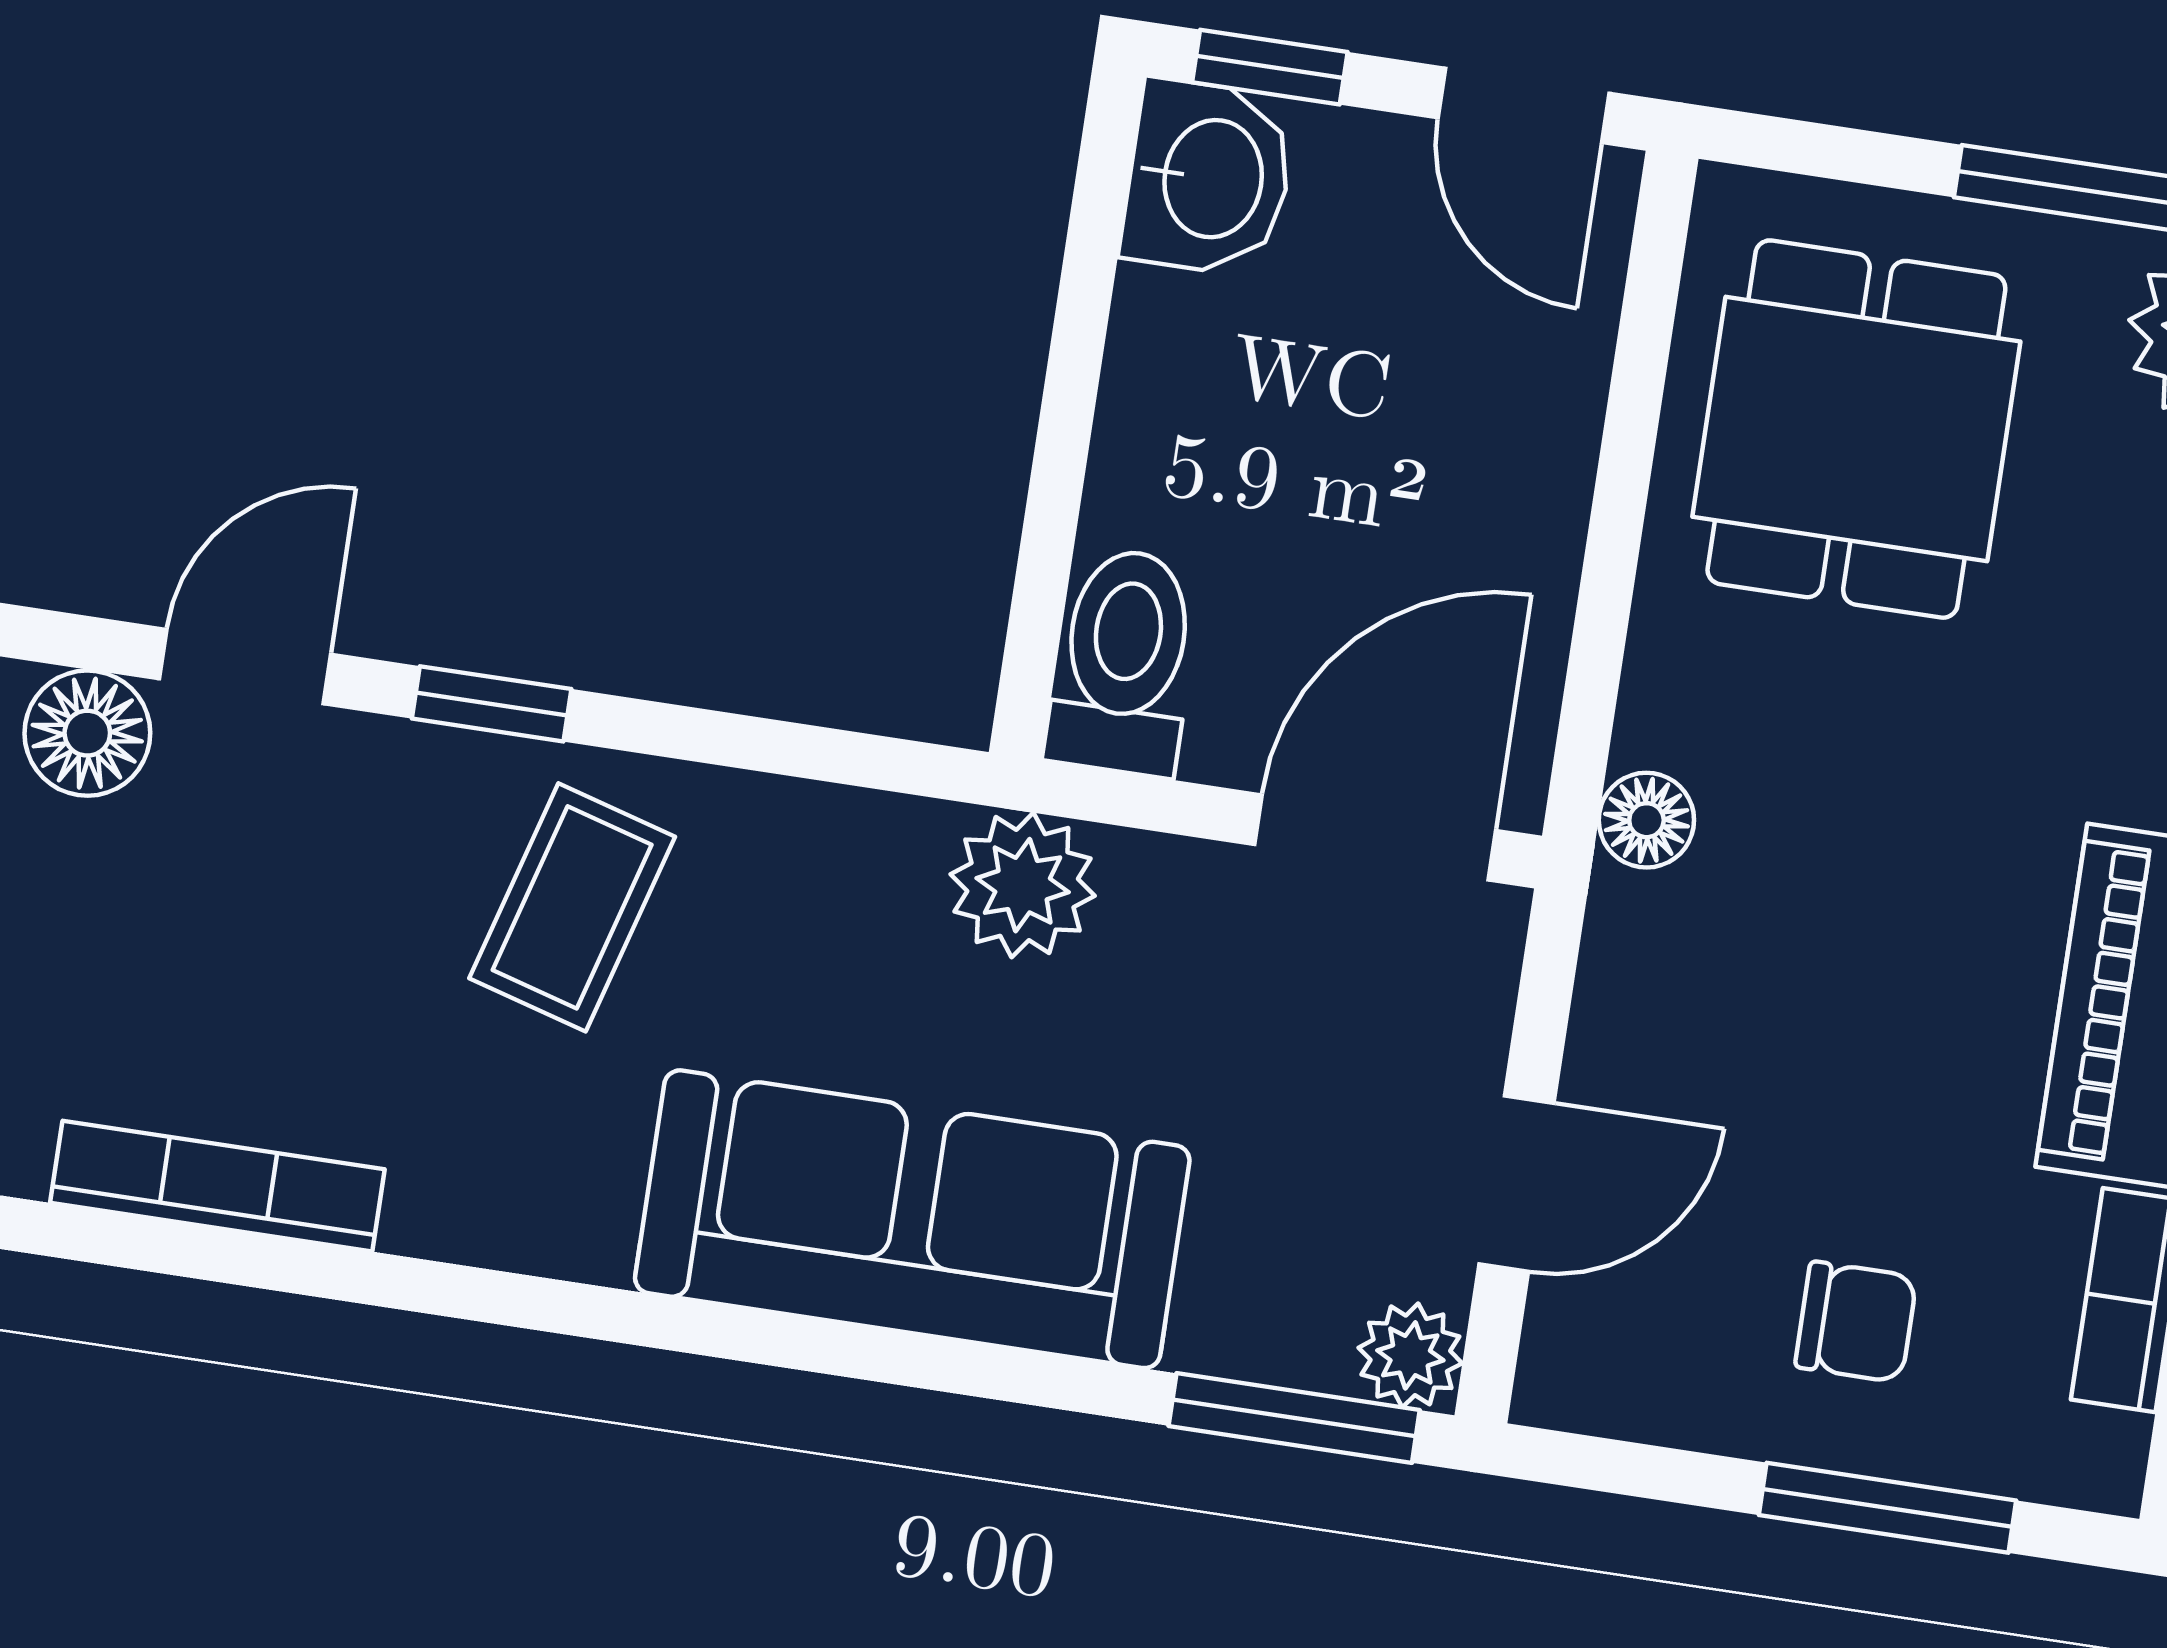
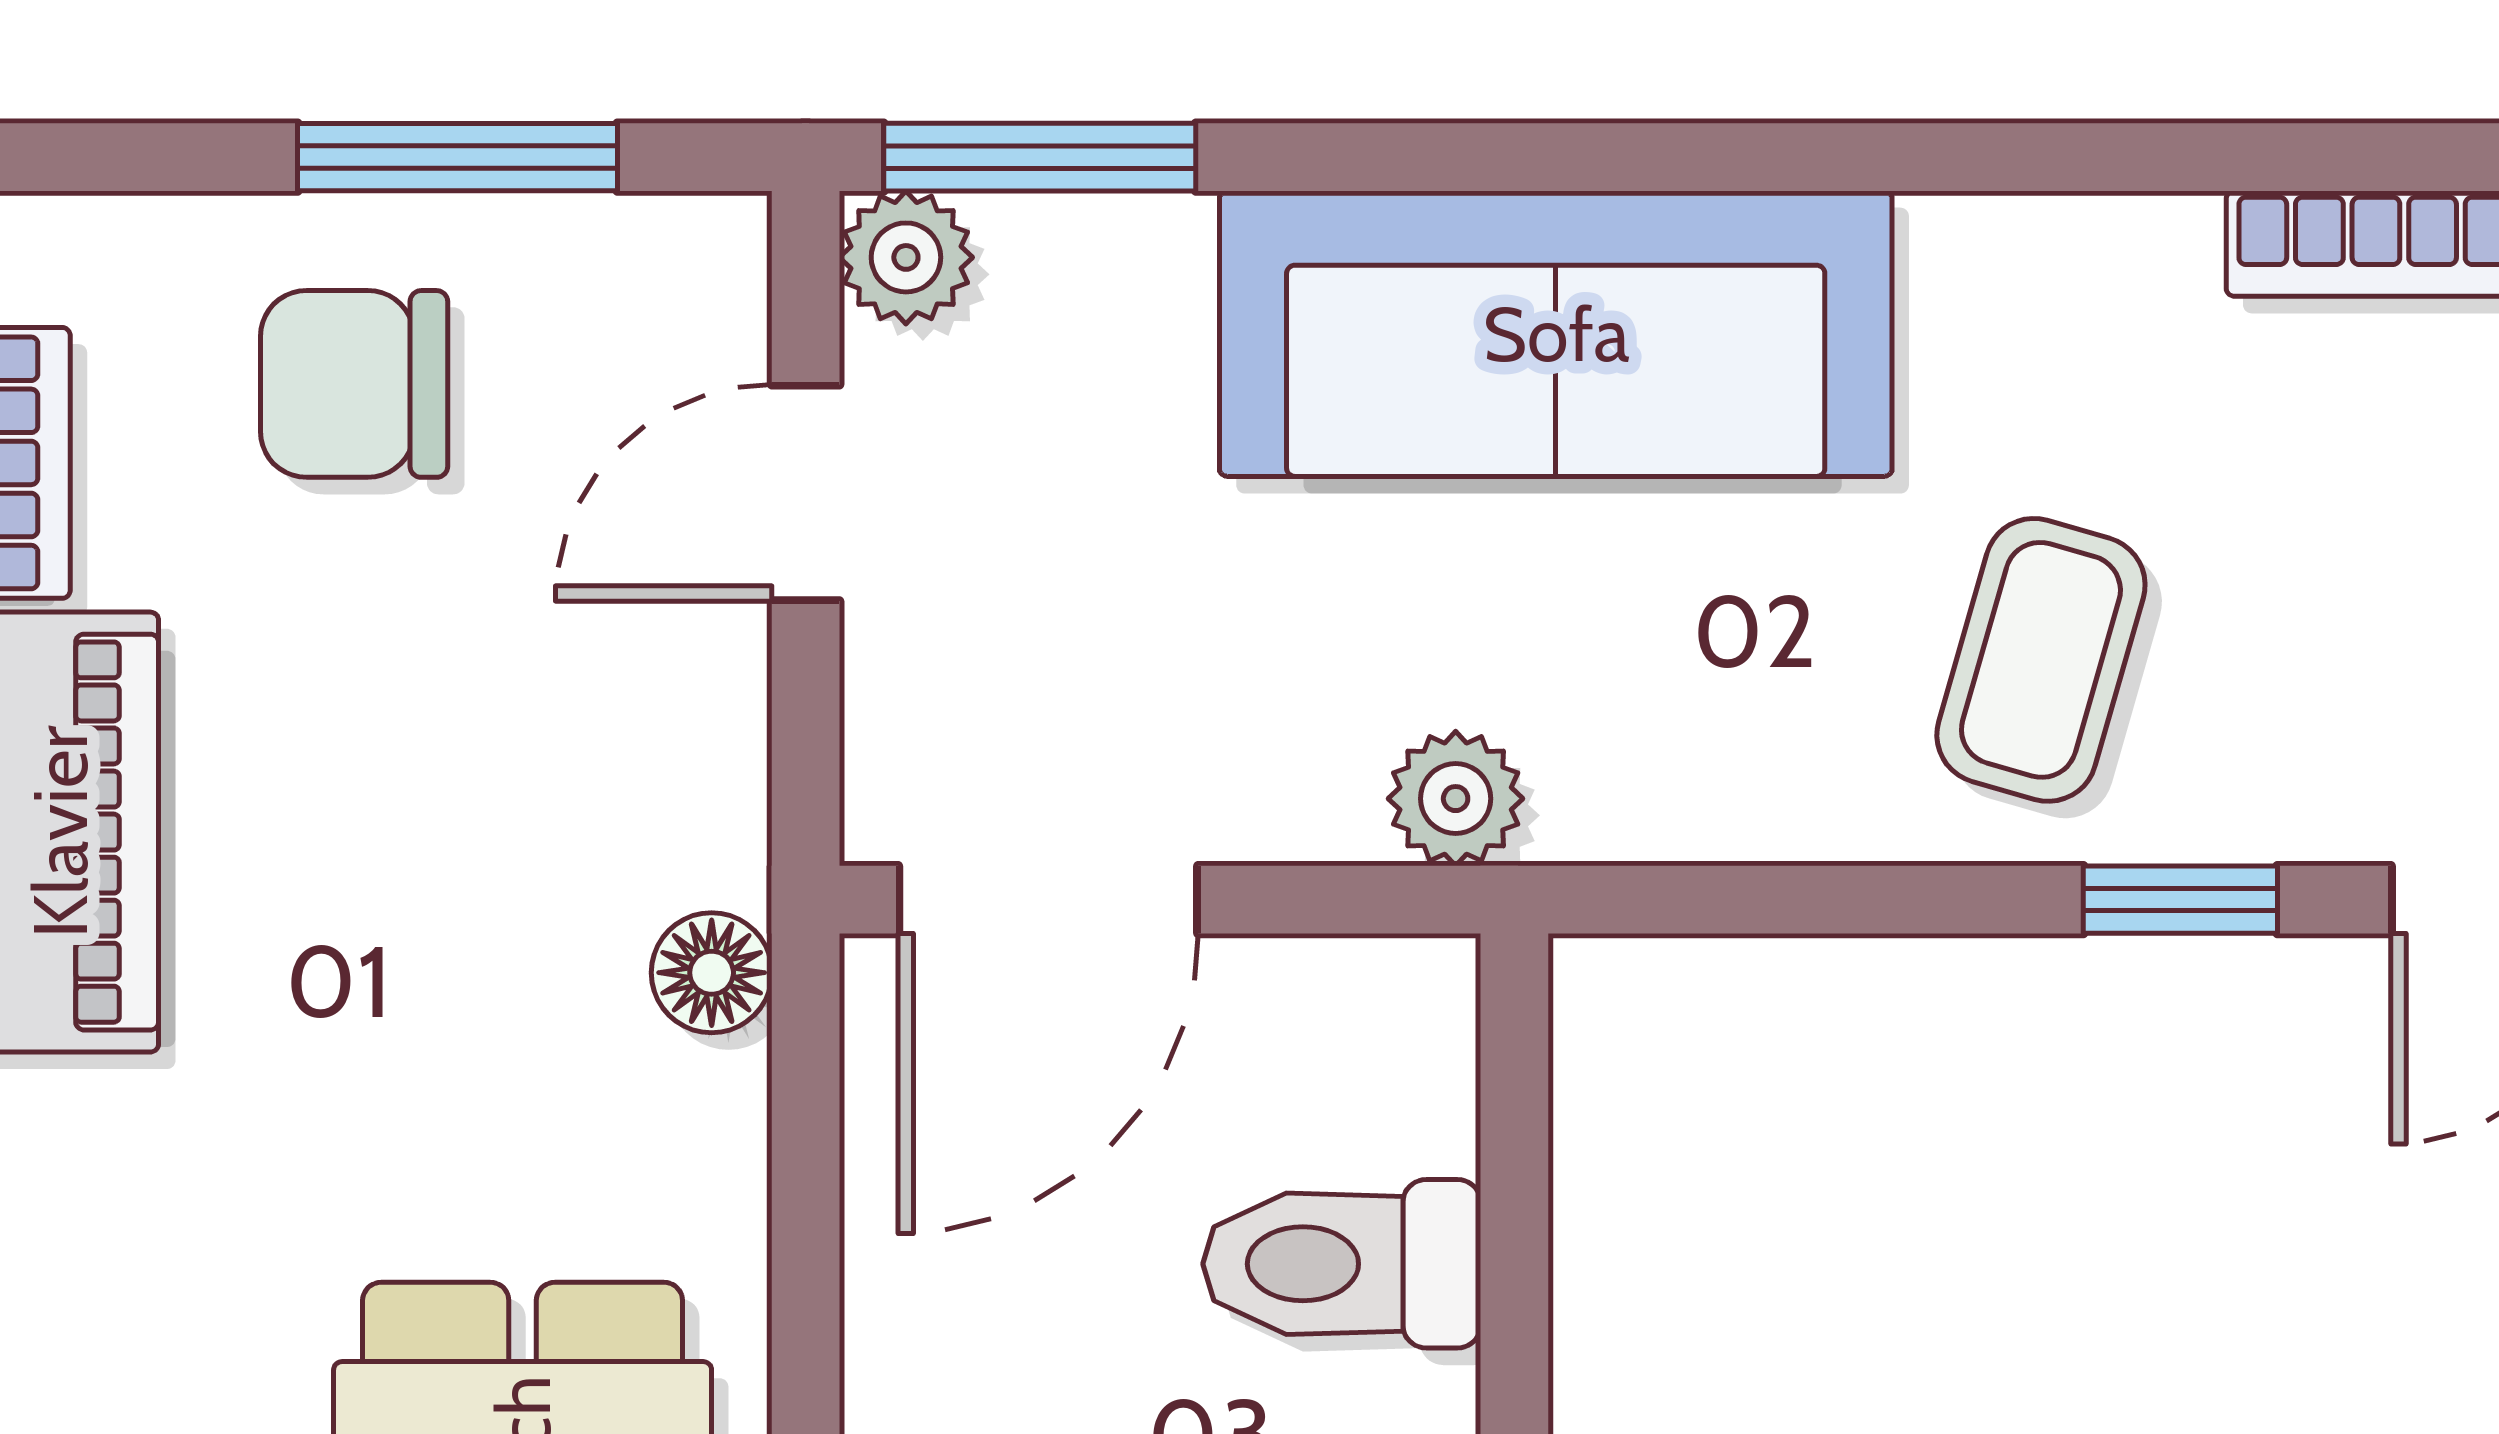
toilet: (1124, 662) -> (1342, 1264), moved, turned 90
plant: (1023, 885) -> (1456, 799), width x0.73, depth x0.73
chair: (1856, 1322) -> (354, 384), width x1.37, depth x1.37
window: (1888, 1508) -> (457, 157), moved

